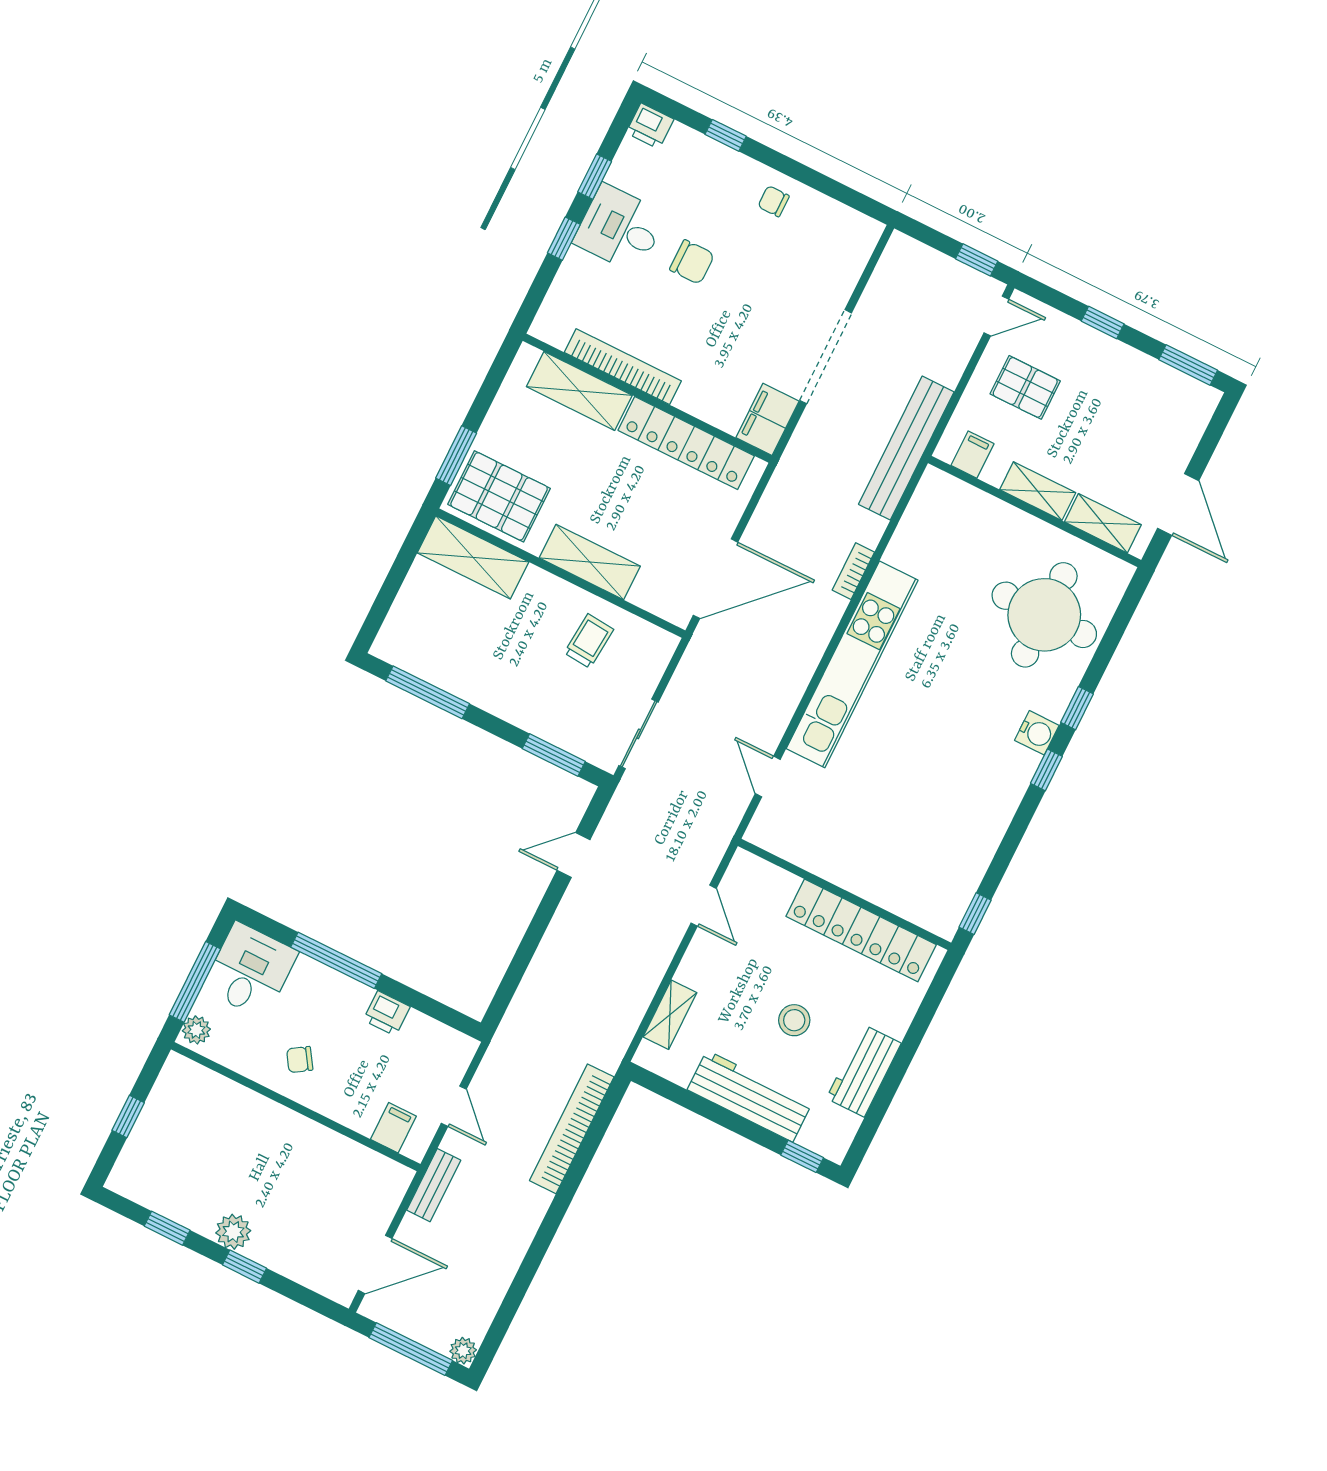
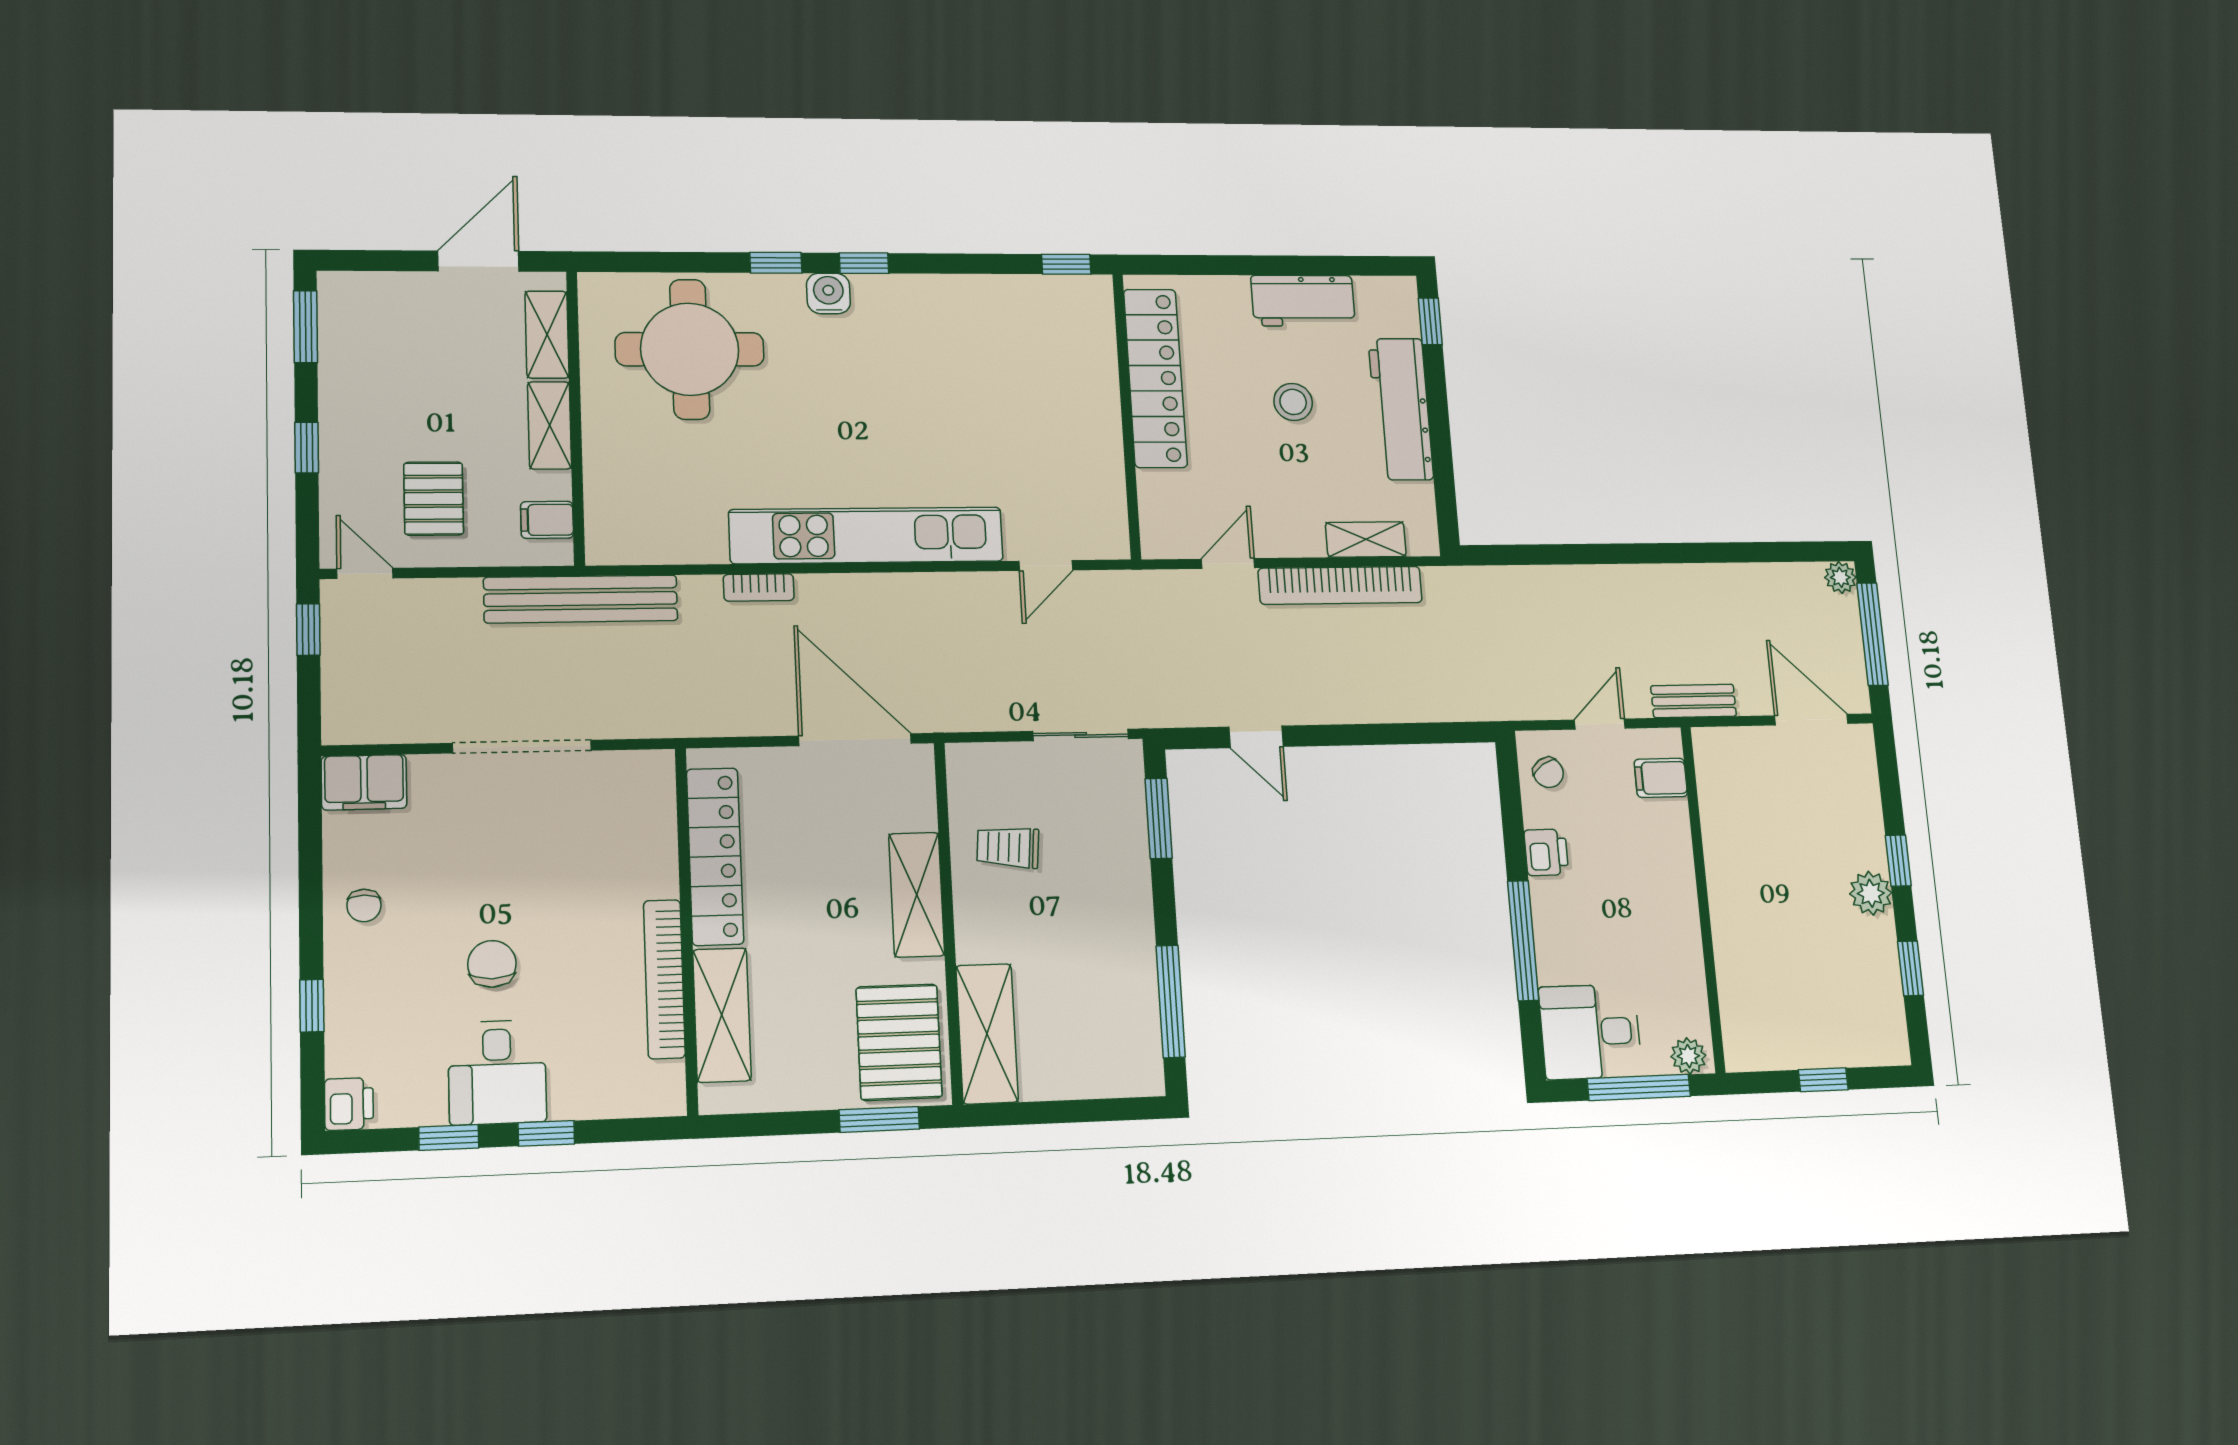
filing cabinet: (768, 419) -> (364, 782), moved
chair: (300, 1060) -> (1548, 773), moved
bookcase: (572, 1129) -> (1340, 585), moved

